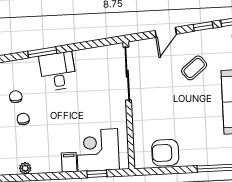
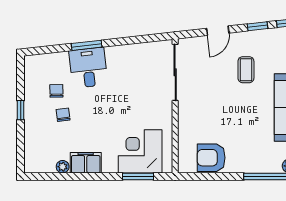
coffee table: (194, 68) -> (246, 70), turned -51
desk: (58, 71) -> (88, 68), moved
filing cabinet: (69, 162) -> (86, 163), moved, width x2.00
window: (97, 174) -> (138, 176), width x1.50

